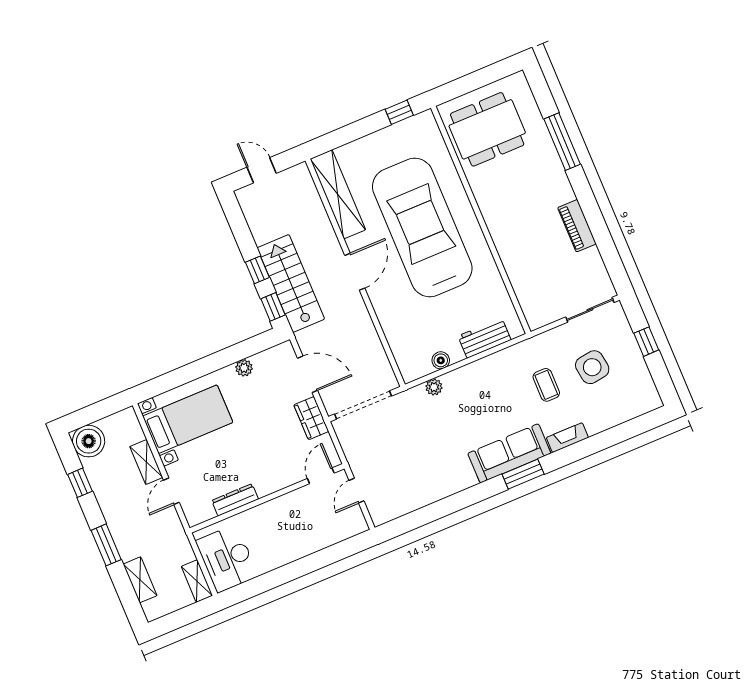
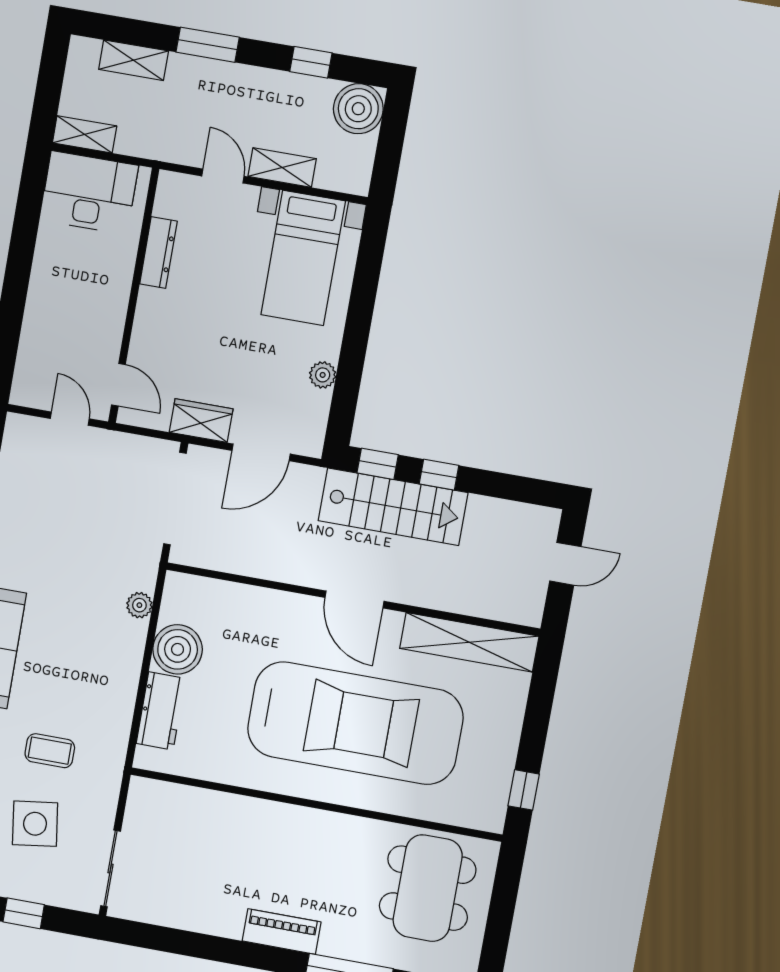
piano: (577, 226) -> (282, 931), moved
boiler: (441, 360) -> (178, 649), width x1.86, depth x1.86

